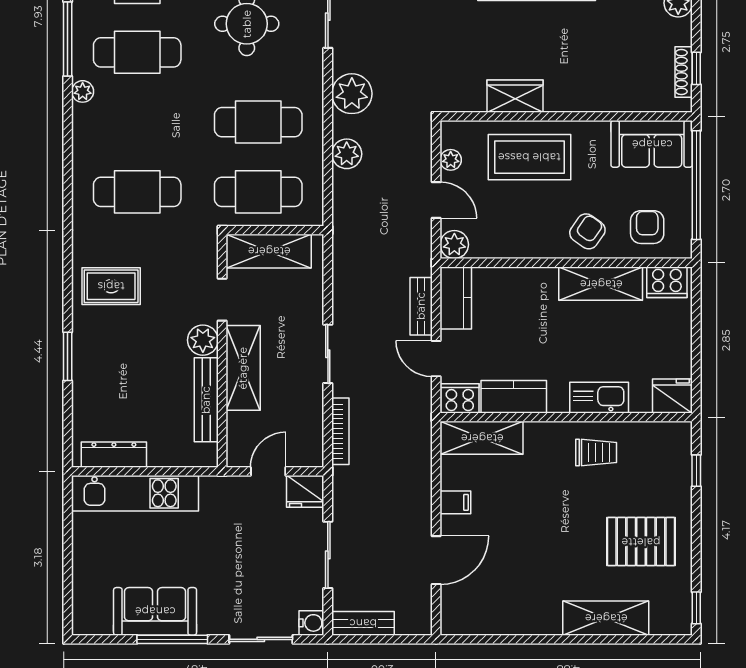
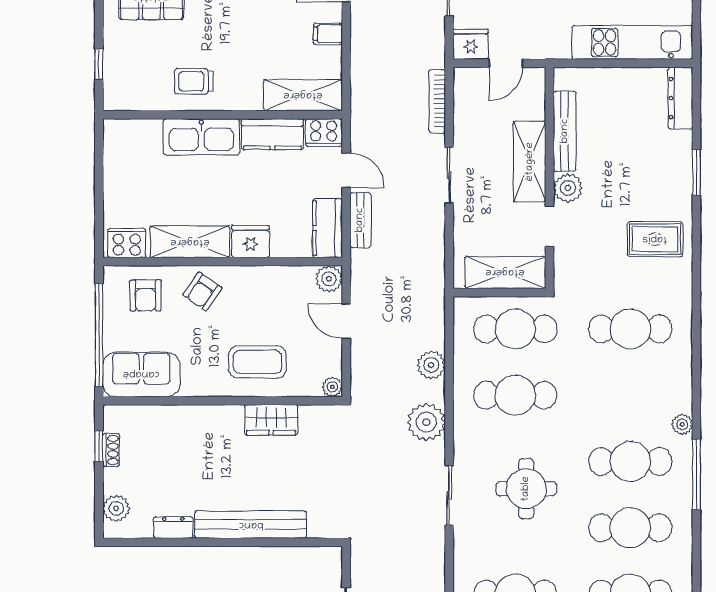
shoe rack: (684, 72) -> (111, 450), width x0.70
coffee table: (529, 157) -> (257, 362), width x0.73, depth x0.76
plant: (451, 160) -> (332, 387), moved
fridge: (672, 396) -> (251, 241), moved, turned 180
kitchen sink: (599, 398) -> (201, 137), width x1.36, depth x1.24
dresser: (114, 455) -> (680, 98), moved, turned 90

